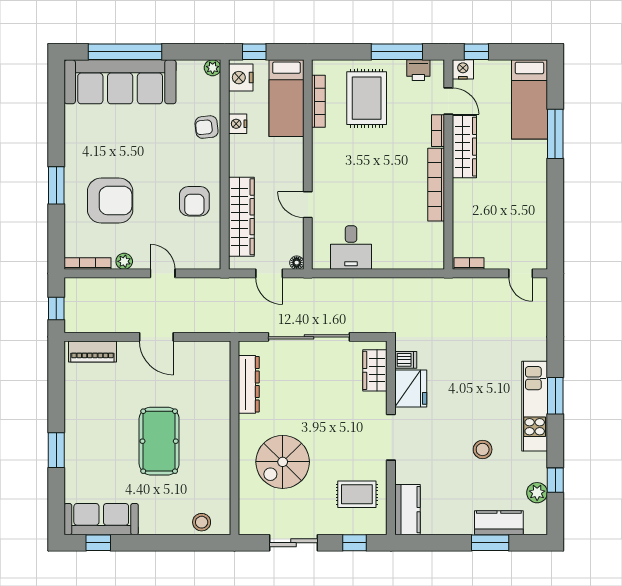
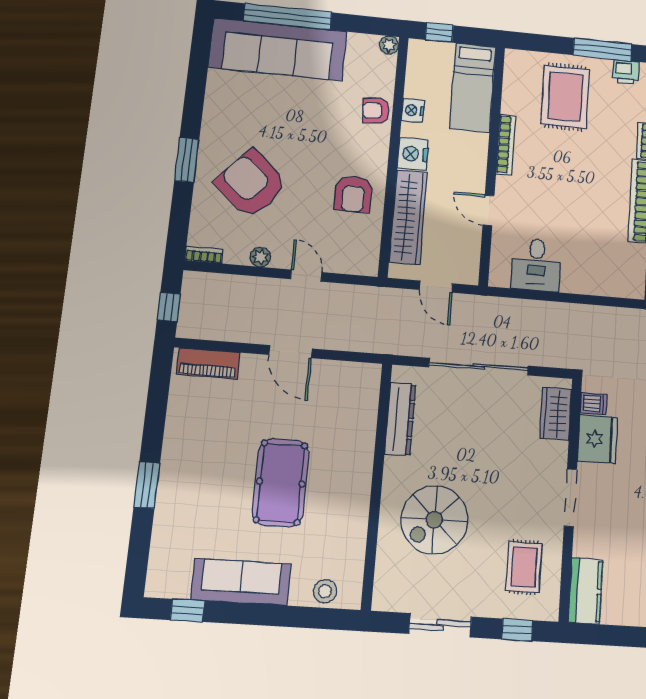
nightstand: (241, 78) -> (413, 154), moved
bookcase: (318, 101) -> (506, 145), moved
armchair: (110, 201) -> (251, 184), turned -138
floor lamp: (297, 263) -> (470, 277), removed
bookcase: (88, 264) -> (204, 255), width x0.64
rug: (357, 494) -> (524, 567), turned 90
sofa: (101, 519) -> (241, 582), moved

